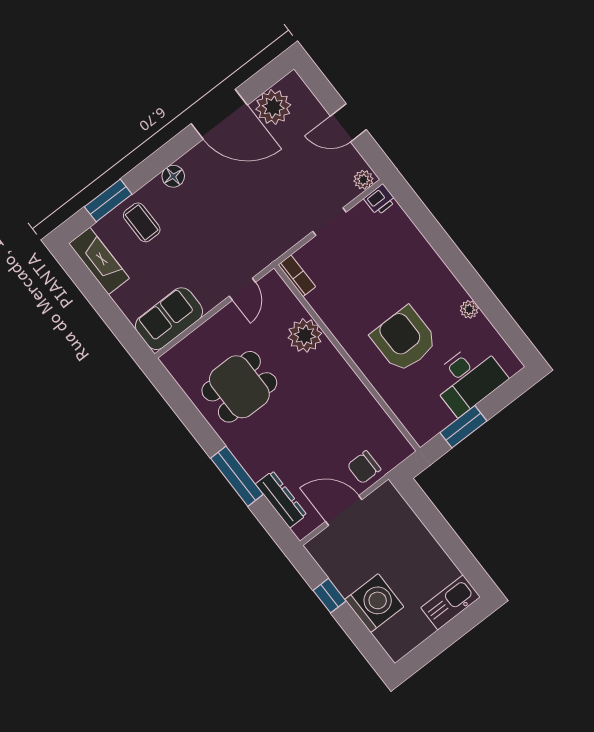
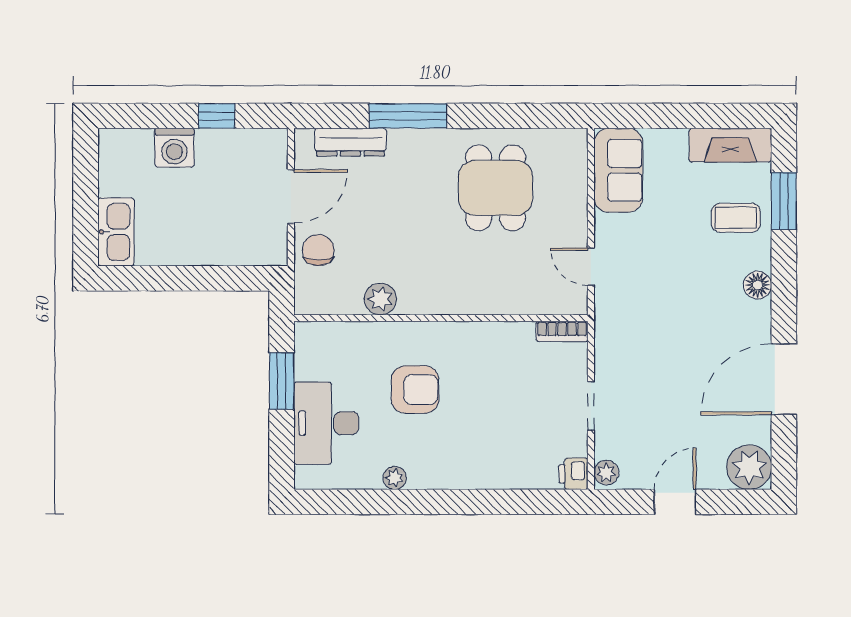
plant: (273, 107) -> (749, 467), moved
plant: (305, 335) -> (380, 299), moved, width x0.73, depth x0.73
armchair: (404, 339) -> (415, 390), width x0.73, depth x0.73
washing machine: (374, 603) -> (174, 148), width x0.73, depth x0.73

